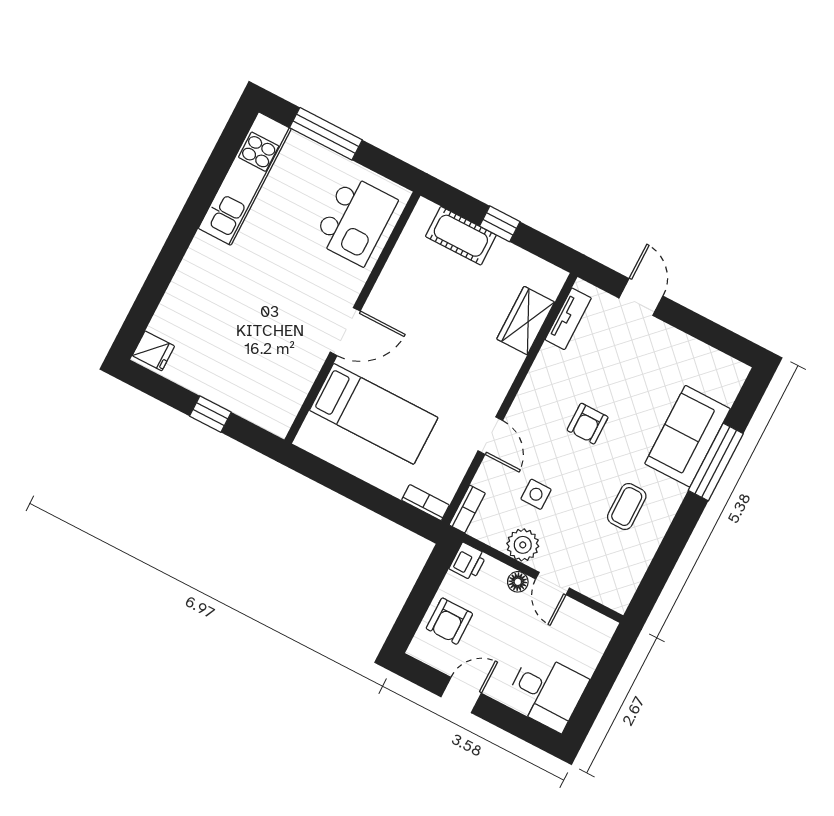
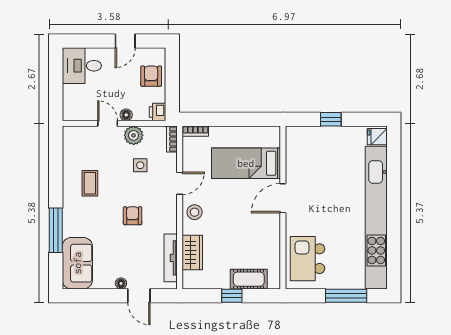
kitchen unit: (245, 179) -> (376, 218), width x1.86
tv unit: (568, 319) -> (171, 258), width x1.41
floor lamp: (659, 330) -> (121, 283), added
stool: (491, 380) -> (195, 212), added
door: (490, 436) -> (180, 183), swing flipped
sofa: (688, 436) -> (77, 263), moved

